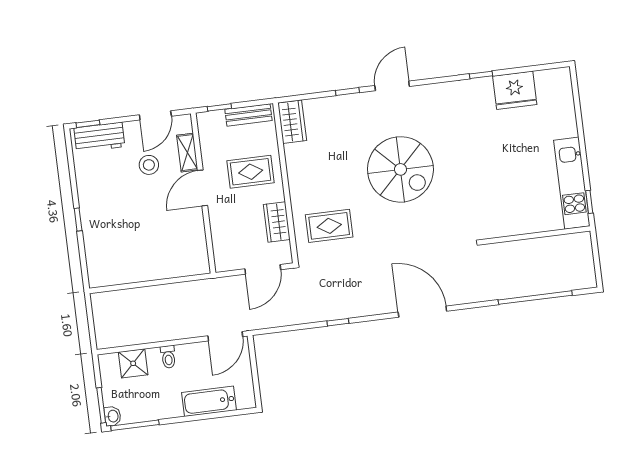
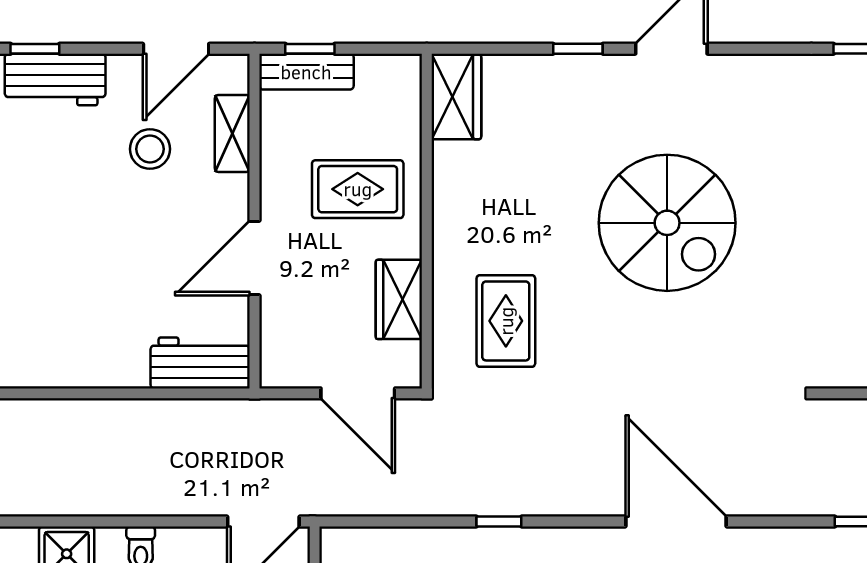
bench: (248, 115) -> (306, 72), moved
door: (202, 188) -> (254, 258), moved
rug: (329, 226) -> (506, 321), turned 90
workbench: (186, 264) -> (200, 363), added
door: (263, 269) -> (358, 393), hinge flipped

